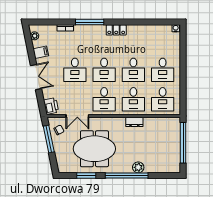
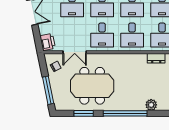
dresser: (134, 122) -> (156, 58), moved
window: (49, 139) -> (48, 90), moved
plant: (138, 167) -> (151, 105), moved

